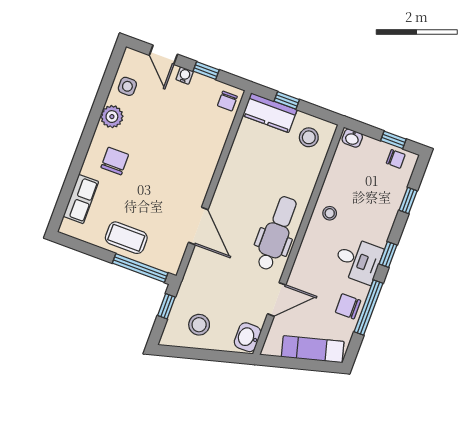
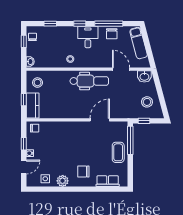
dental chair: (276, 233) -> (89, 81), turned 180

